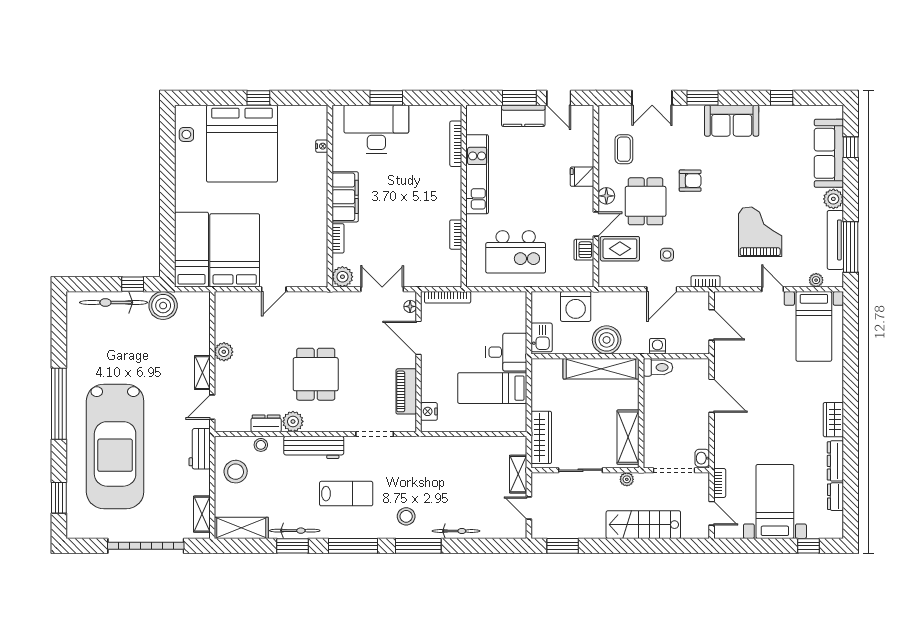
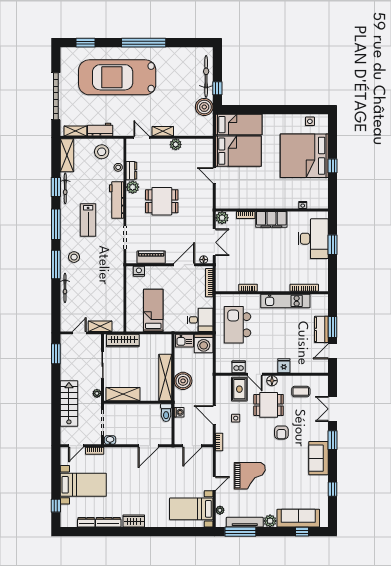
washing machine: (576, 306) -> (204, 344), moved, turned -90
desk: (506, 352) -> (200, 320), moved, turned -90
workbench: (200, 449) -> (100, 130), moved

